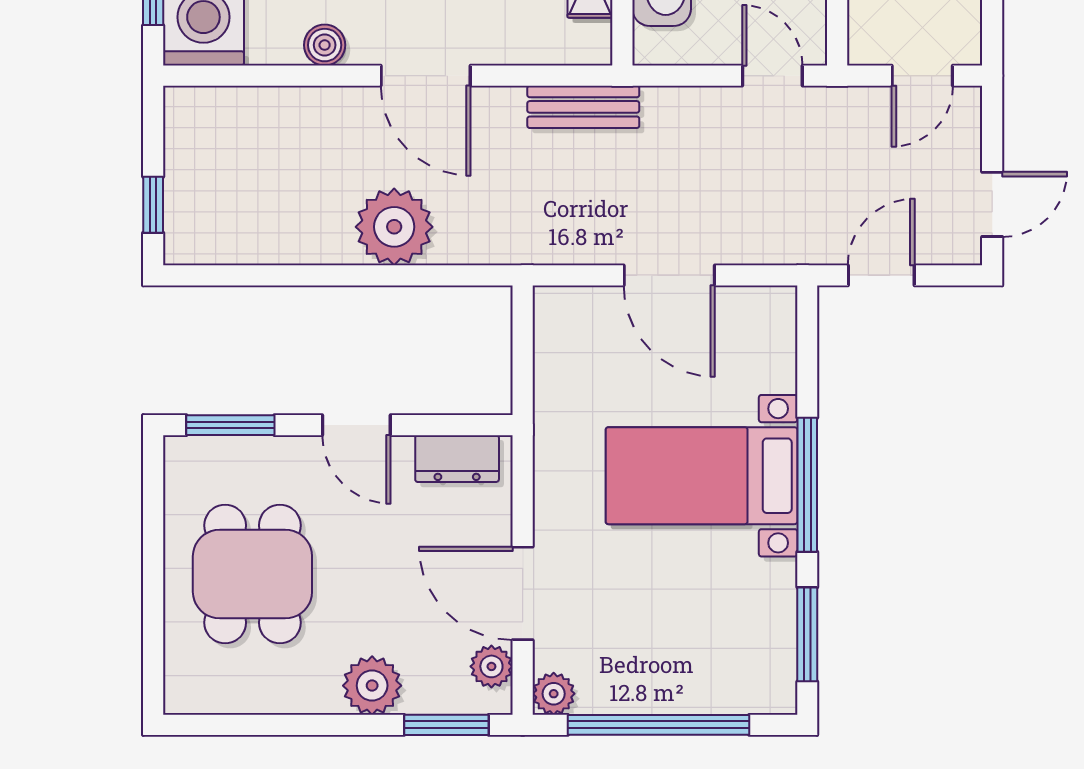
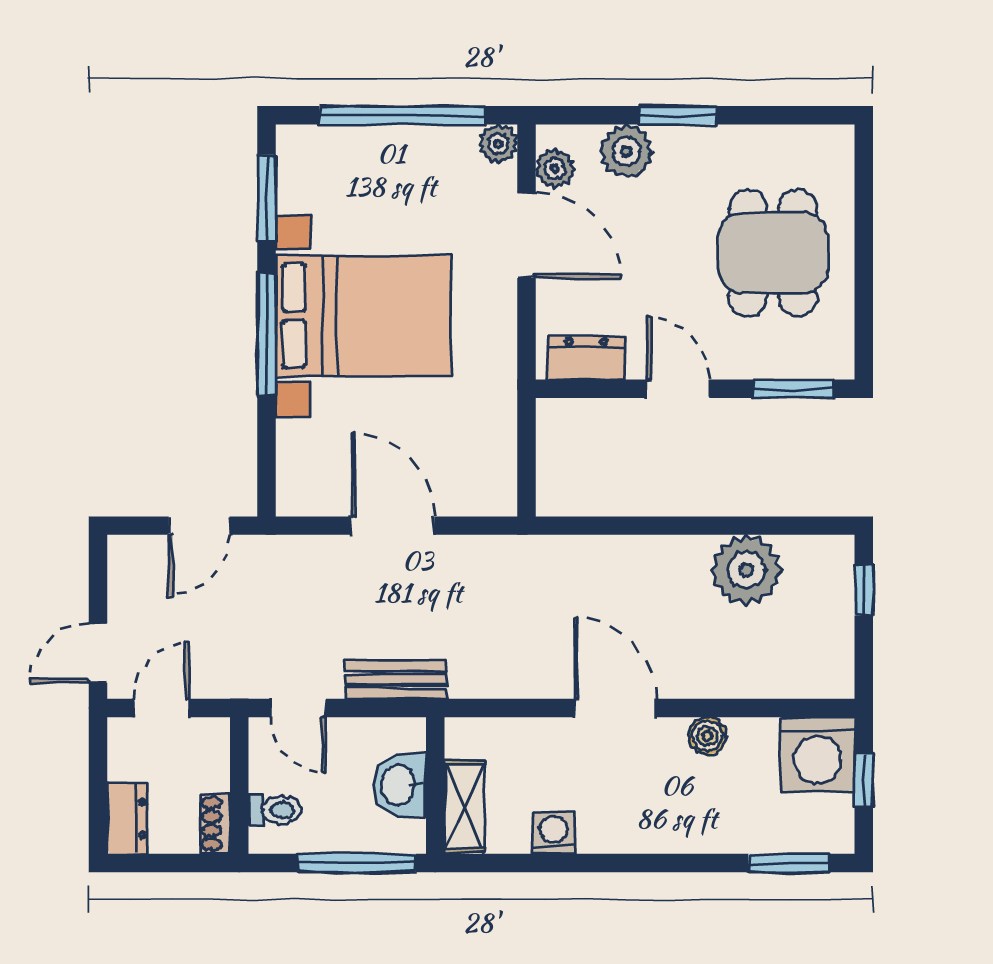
bench: (583, 107) -> (396, 679), moved
door: (992, 204) -> (98, 653), moved
plant: (394, 227) -> (746, 570), moved
bed with nightstands: (702, 476) -> (363, 316), width x1.36
plant: (372, 686) -> (627, 151), moved
window: (446, 725) -> (678, 115), moved

